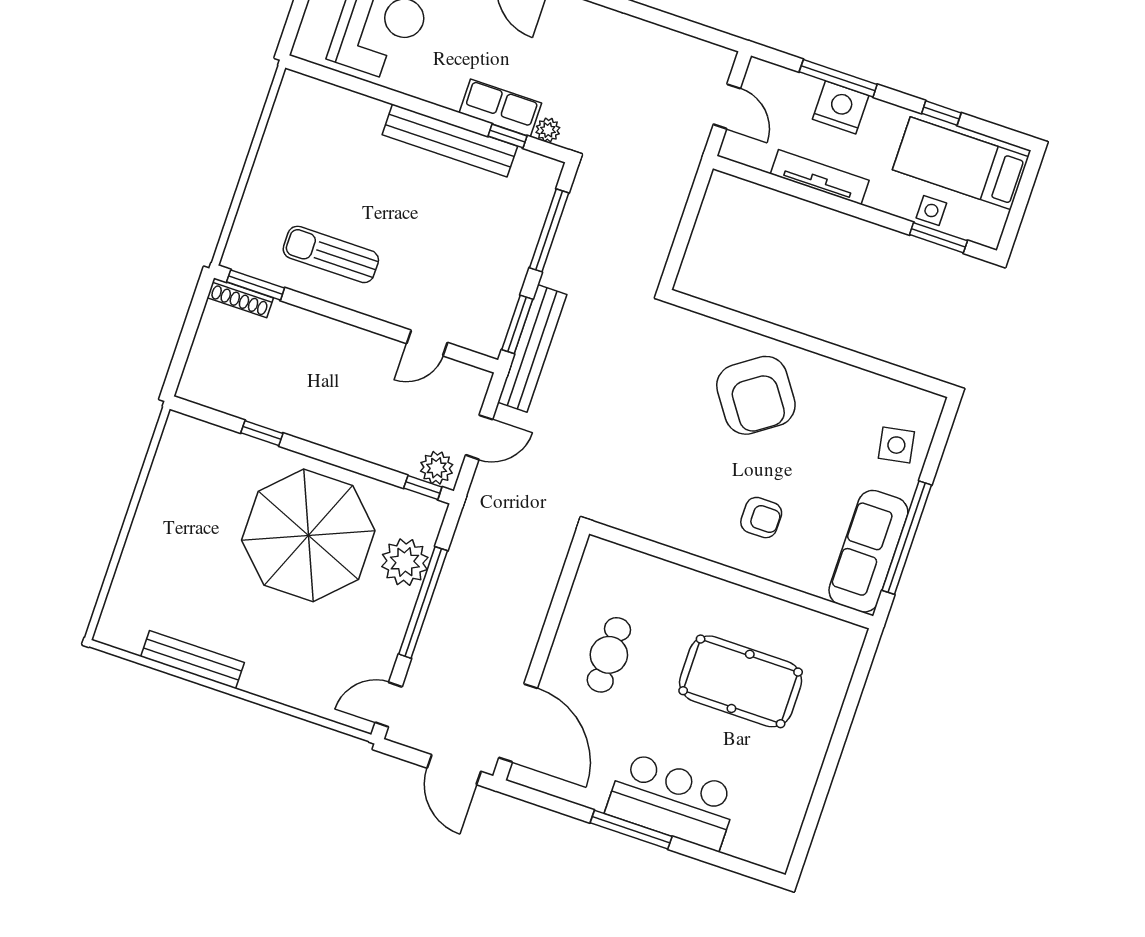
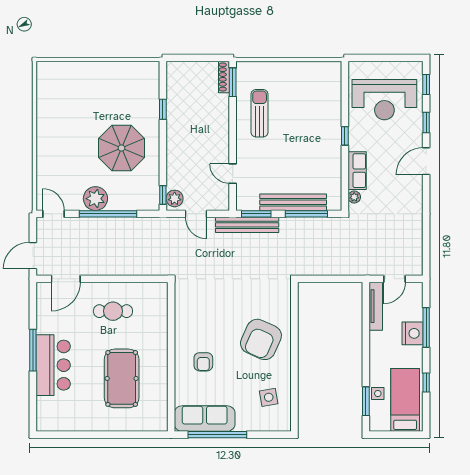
window: (508, 136) -> (345, 136), moved
bench: (450, 141) -> (293, 202), moved, turned 90
tv unit: (820, 177) -> (376, 306), moved
armchair: (756, 395) -> (261, 339), turned -31
side table: (896, 445) -> (269, 397), moved
parasol: (308, 535) -> (121, 148), width x0.73, depth x0.73
plant: (405, 562) -> (95, 199), moved
bench: (193, 660) -> (43, 113), removed
door: (518, 723) -> (66, 279), width x0.73

